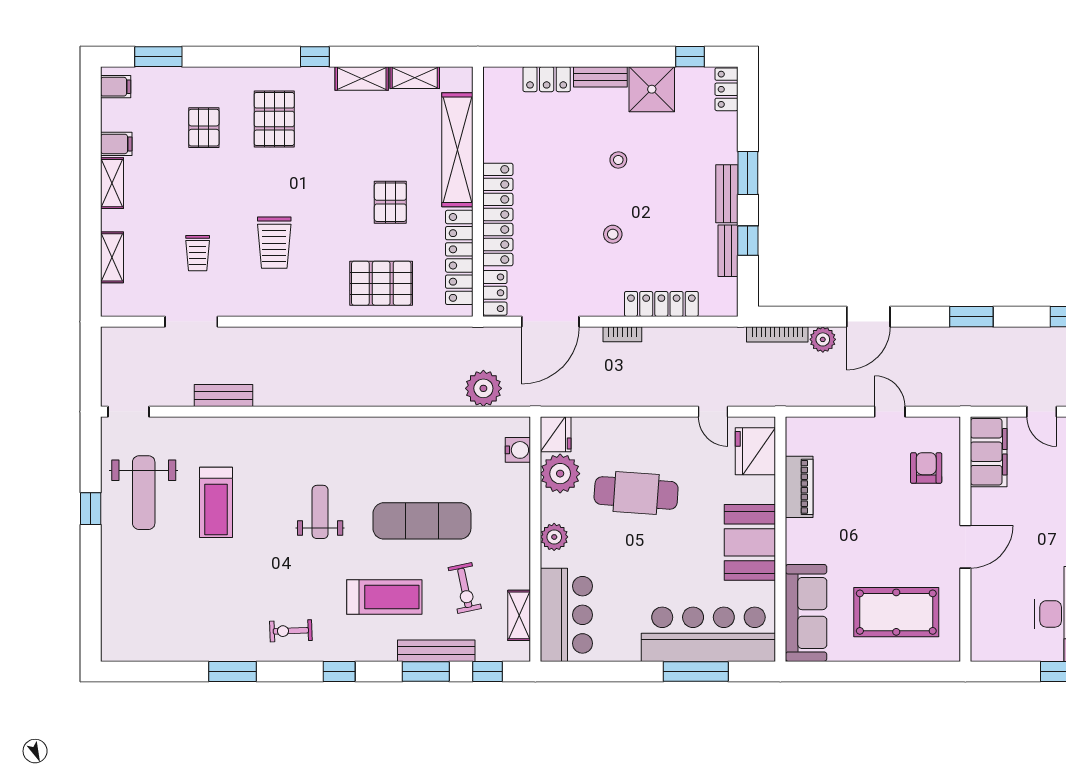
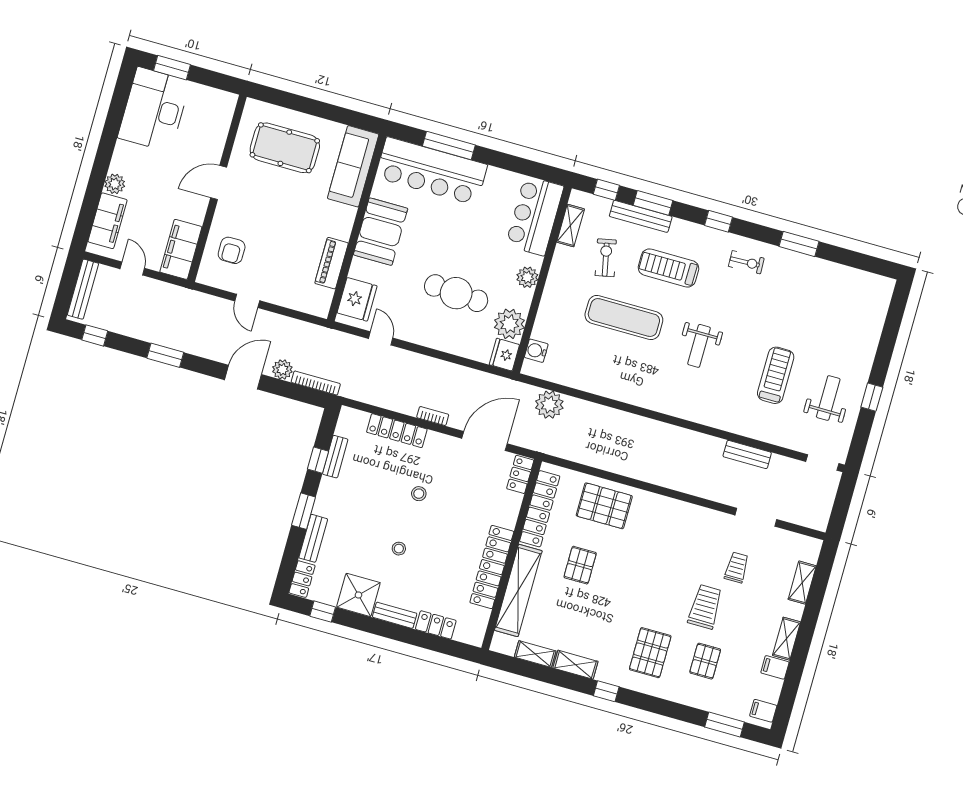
bench: (727, 194) -> (313, 538), moved
locker: (498, 214) -> (492, 567), moved
trolley: (274, 243) -> (705, 607), moved
weight bench: (144, 493) -> (828, 398), width x0.73, depth x0.75

